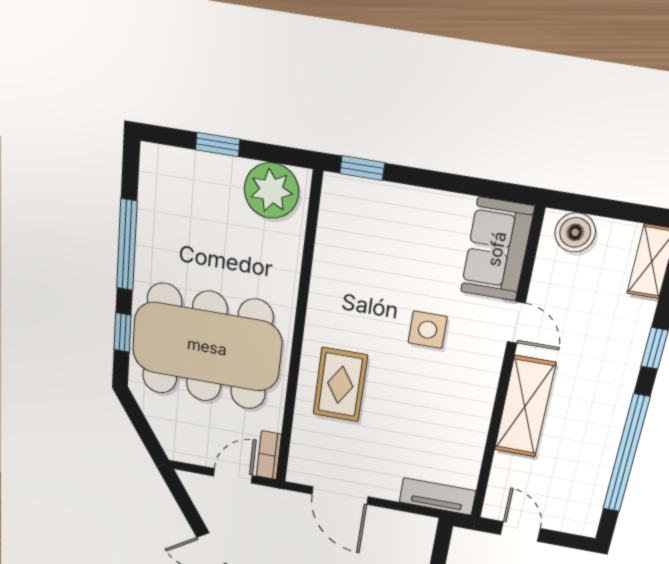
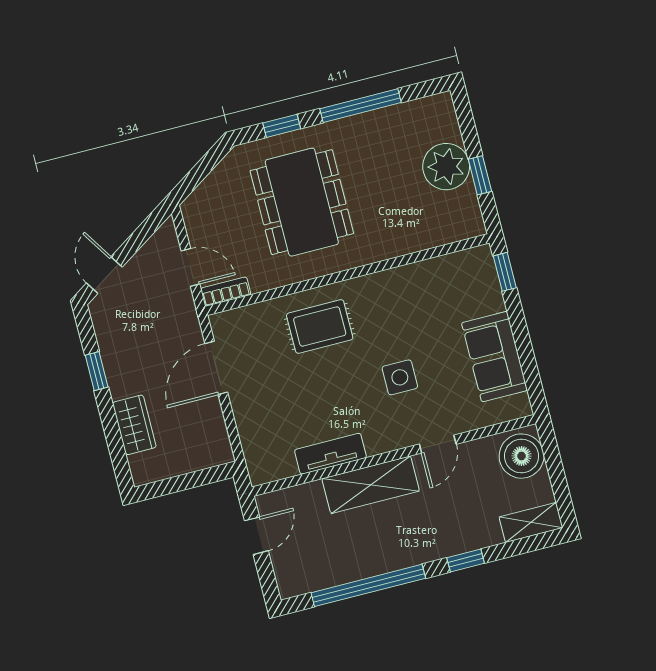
window: (218, 145) -> (480, 175), moved
plant: (271, 191) -> (446, 167), moved
boiler: (575, 232) -> (522, 456), width x1.37, depth x1.37
sofa: (497, 249) -> (494, 357), moved, turned -90
dining table: (207, 347) -> (302, 202), width x0.73, depth x0.80
tv unit: (437, 497) -> (330, 454), moved, turned -90

